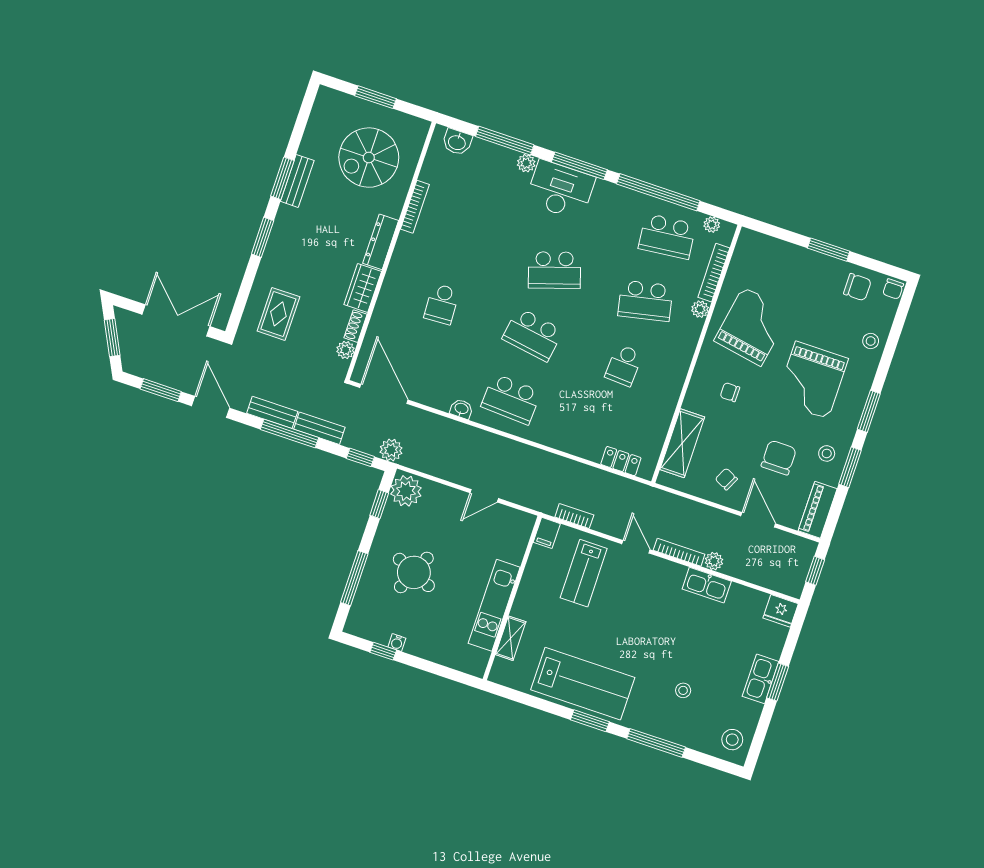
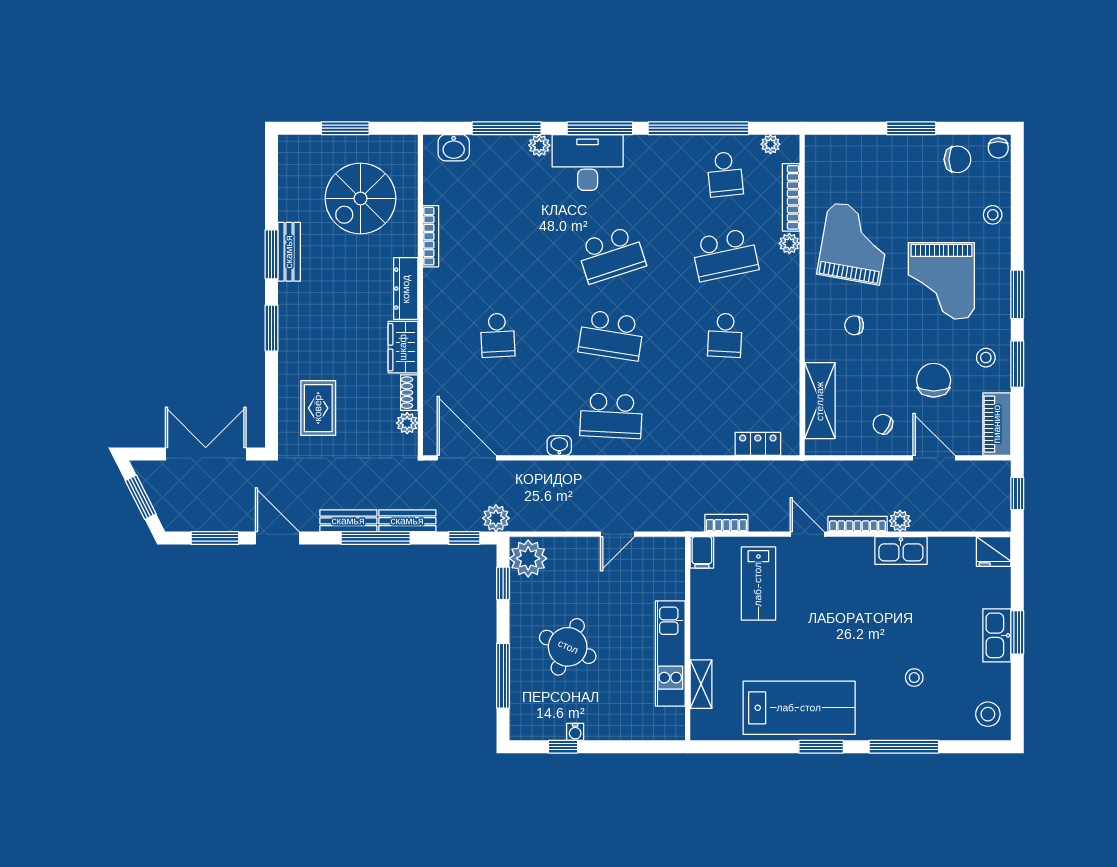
school desk: (667, 236) -> (725, 174), width x0.54

